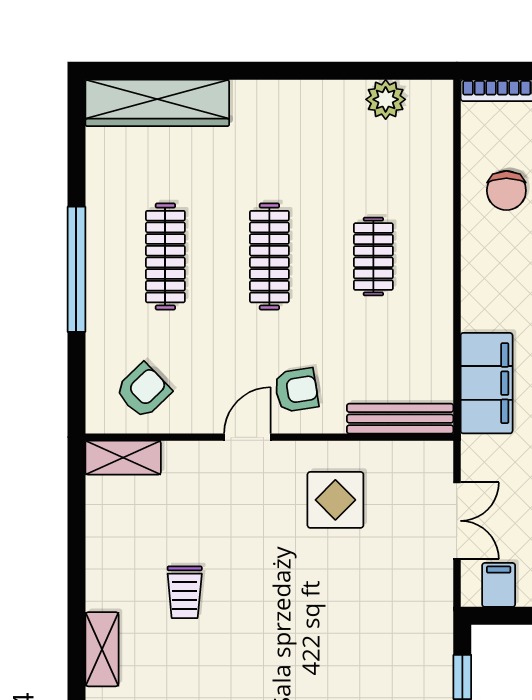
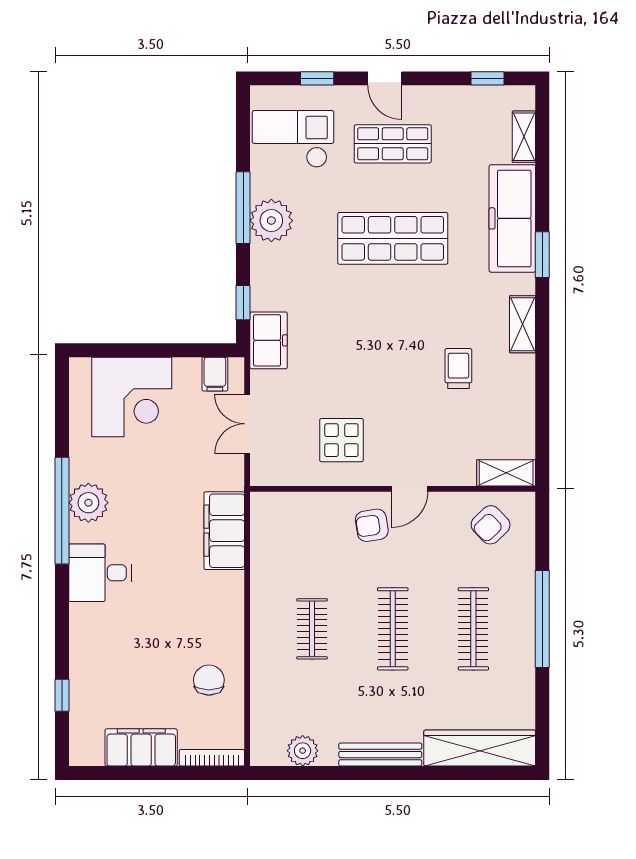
bench: (400, 419) -> (380, 755), moved
freezer: (429, 628) -> (269, 340), added

